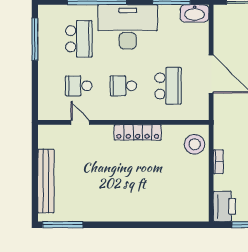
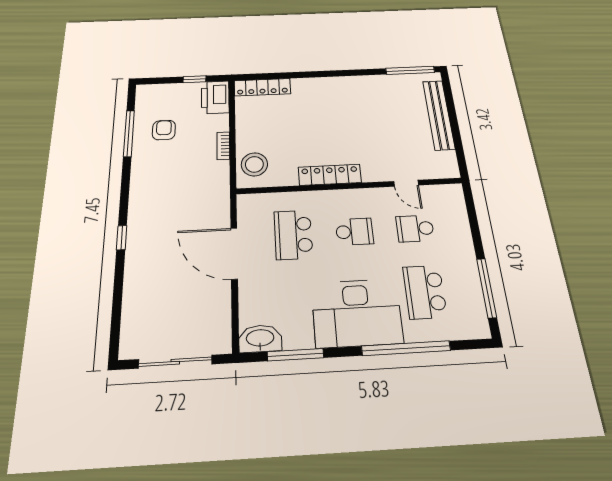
school desk: (79, 86) -> (415, 229), turned 180
locker: (186, 214) -> (262, 87), added

